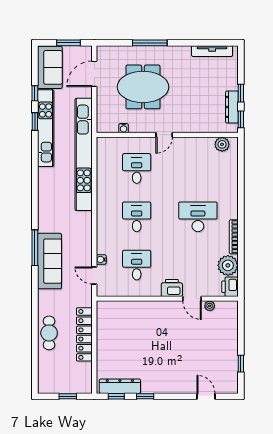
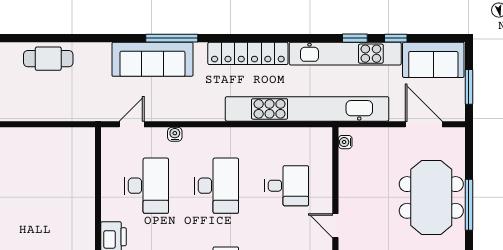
meeting table: (143, 87) -> (431, 197), moved
water cooler: (124, 128) -> (345, 142), moved
desk: (137, 217) -> (217, 186), width x1.37
water cooler: (101, 260) -> (175, 134), moved
desk: (137, 265) -> (147, 186), width x1.37
locker: (84, 334) -> (248, 53), moved, turned 180

